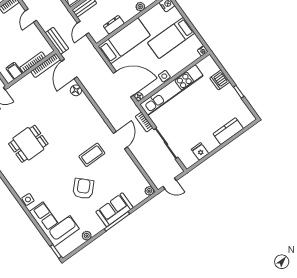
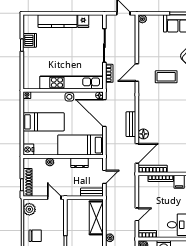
bench: (57, 41) -> (131, 124), moved
dishwasher: (220, 80) -> (30, 40), moved
kitchen counter: (228, 131) -> (58, 21), width x1.50

